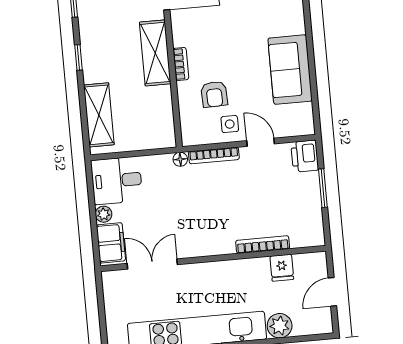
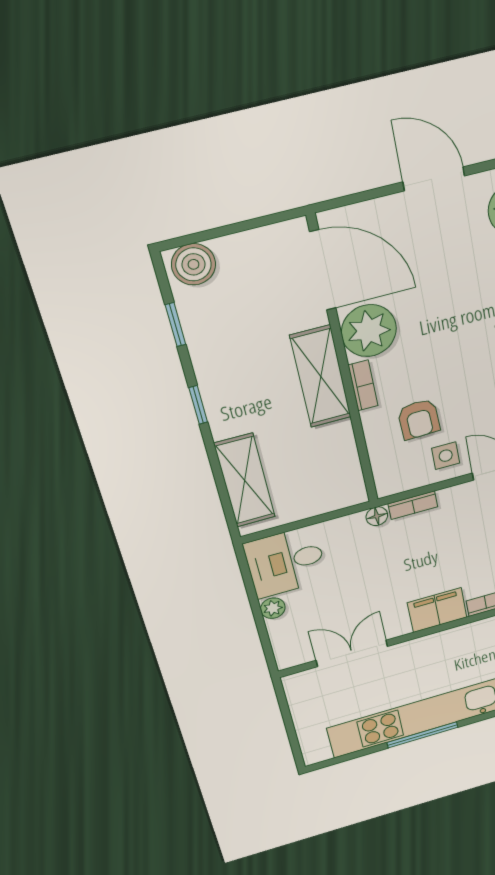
plant: (188, 28) -> (369, 331), added
bookcase: (214, 155) -> (413, 505), width x0.64
filing cabinet: (111, 243) -> (437, 610), moved, turned -90

